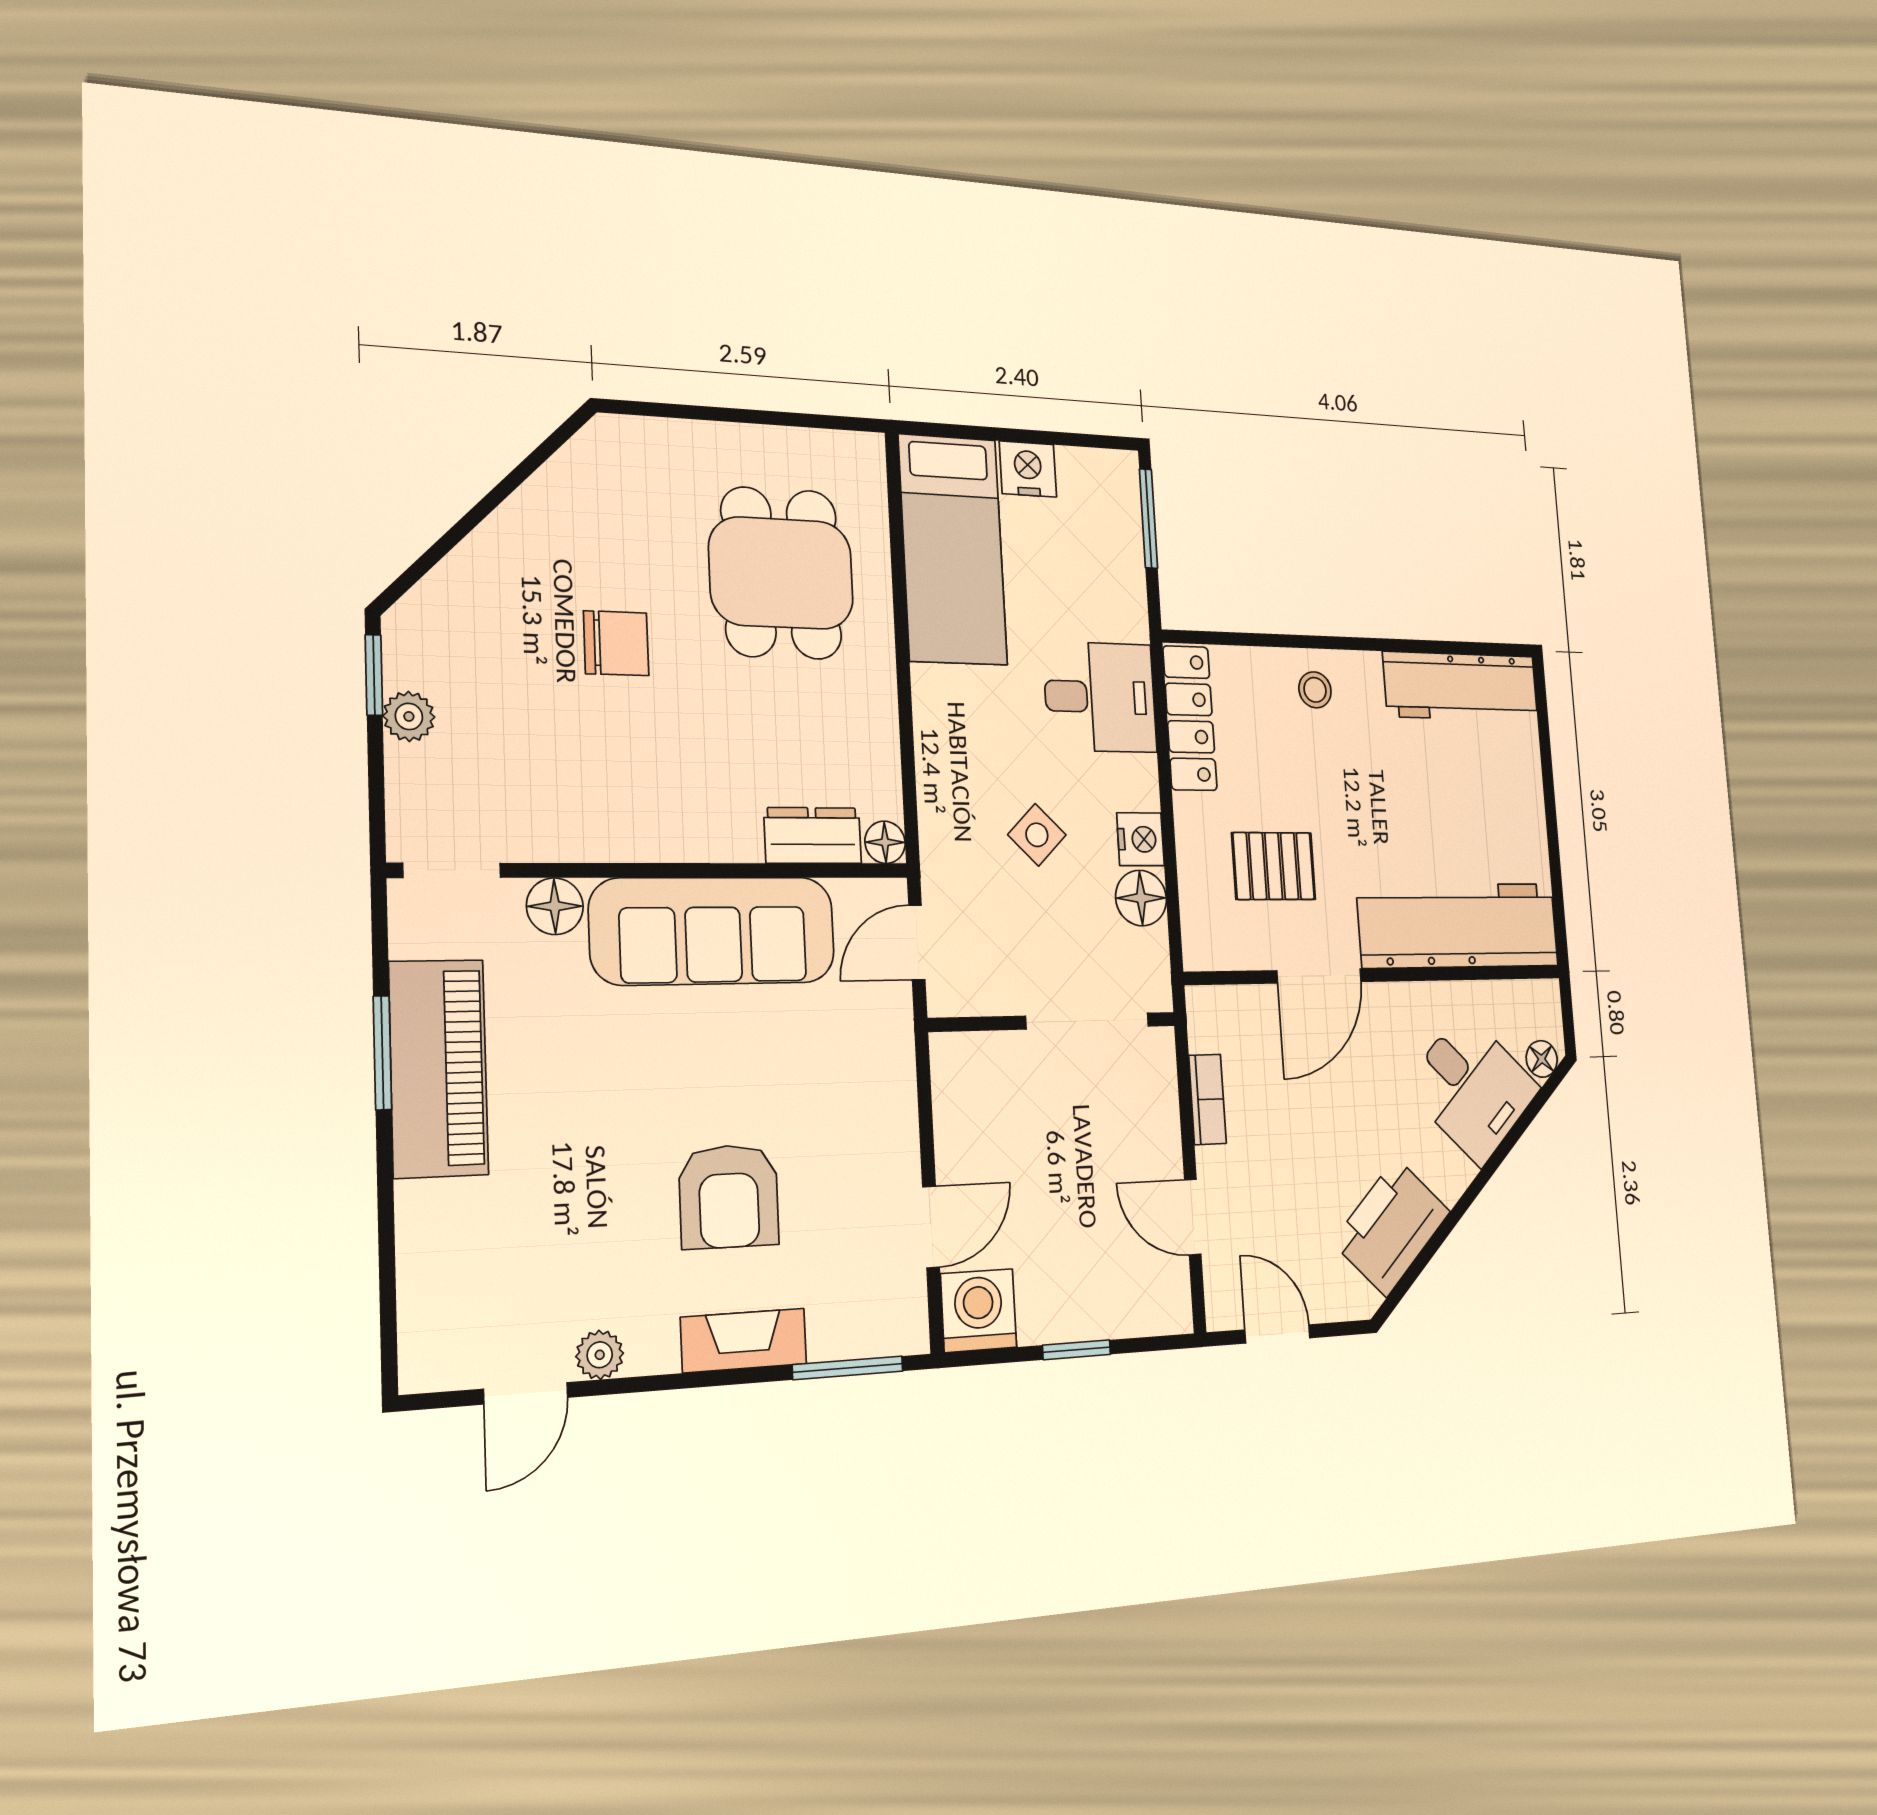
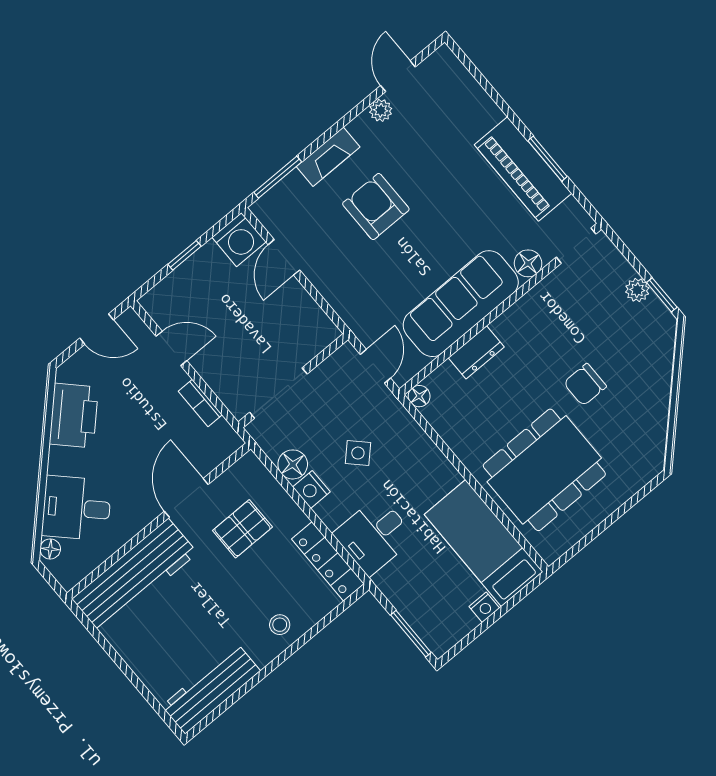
nightstand: (1028, 469) -> (484, 607), width x0.72, depth x0.74
dining table: (781, 573) -> (544, 470), width x1.38
dresser: (813, 835) -> (476, 352), moved

